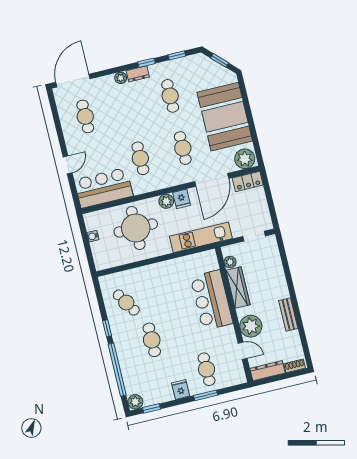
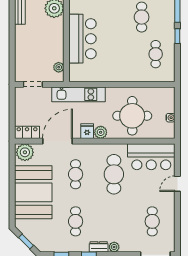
cafe table: (140, 158) -> (114, 174), width x1.37, depth x1.35
wardrobe: (238, 288) -> (57, 44), removed
cafe table: (126, 303) -> (156, 54), turned 32

